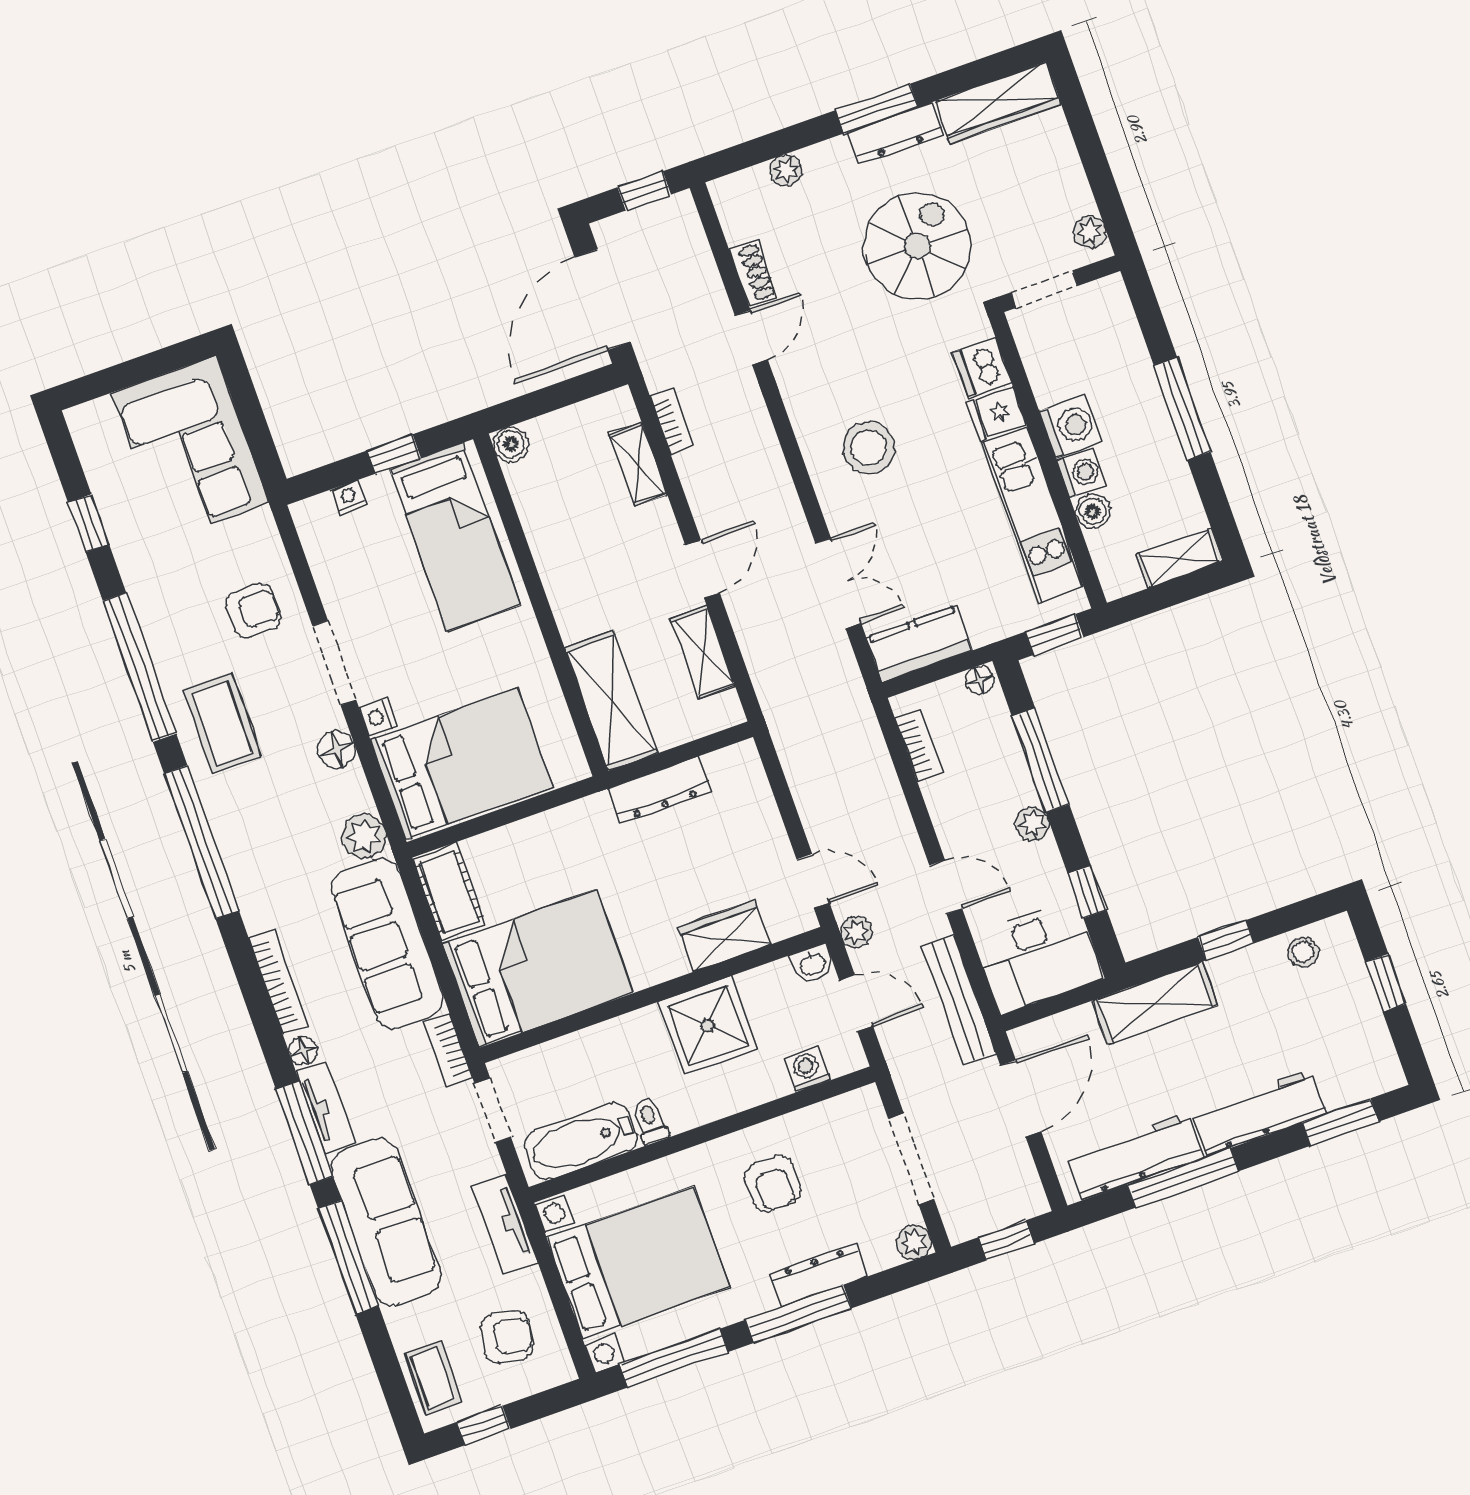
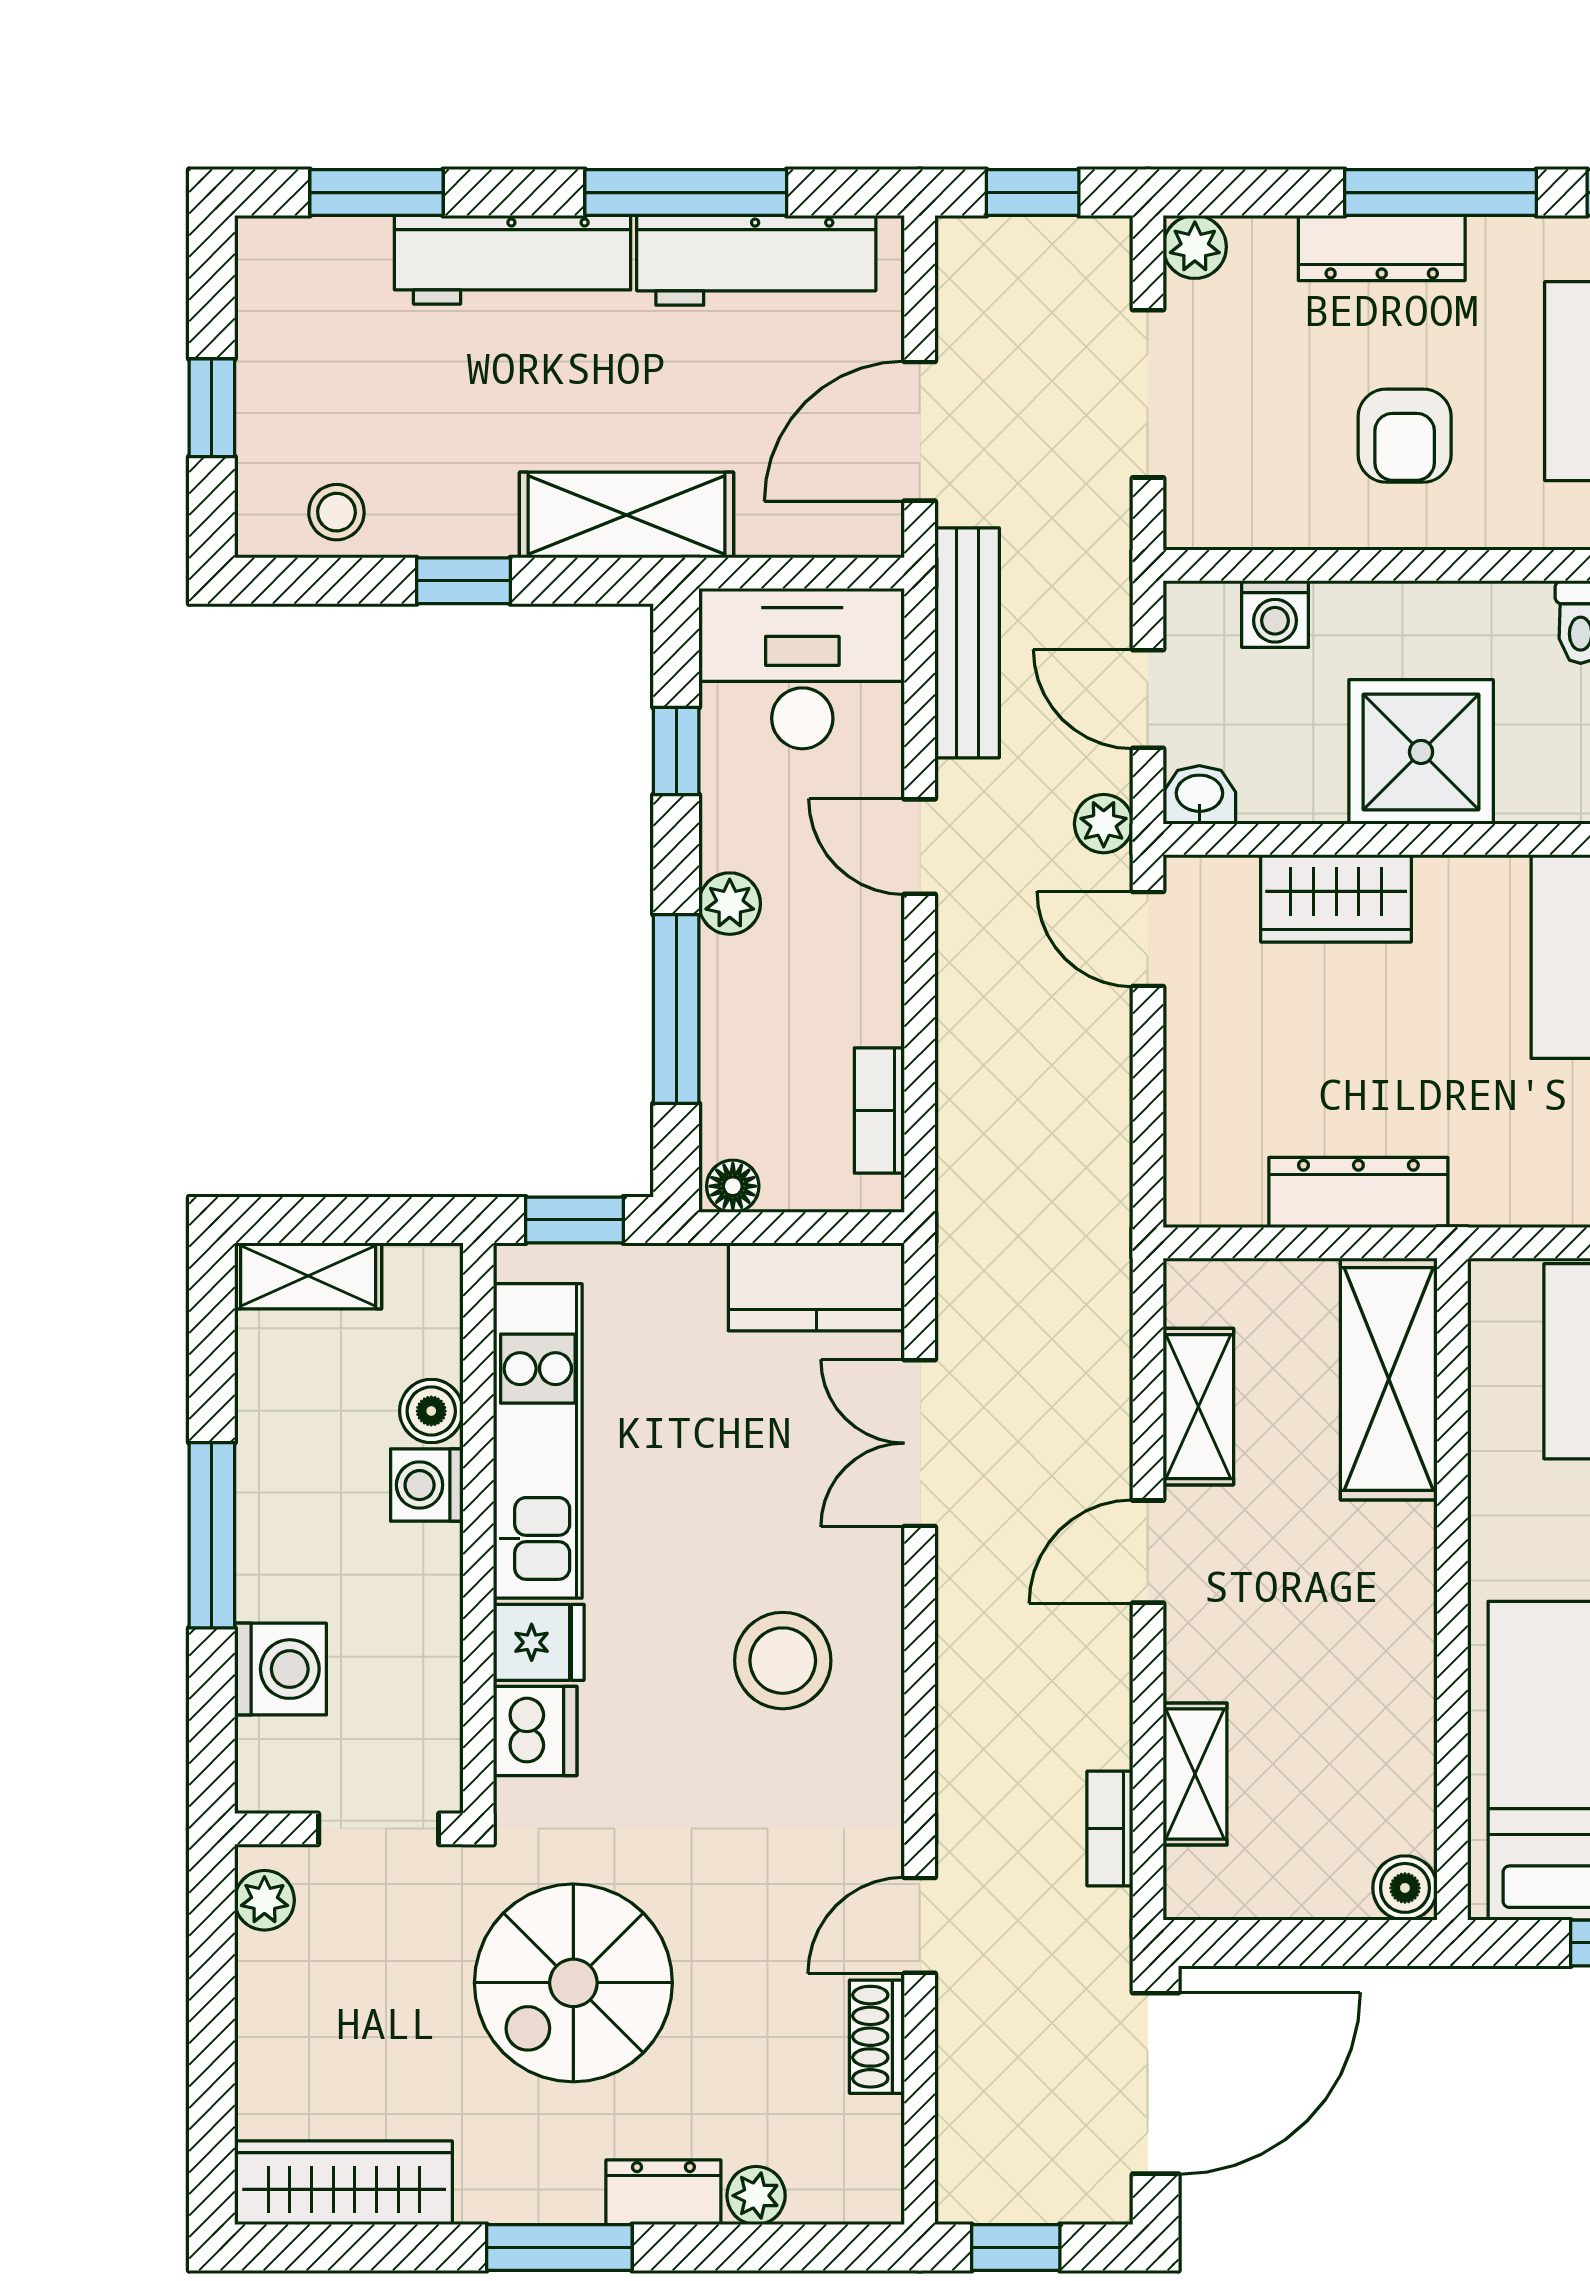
dresser: (896, 133) -> (663, 2192), moved, width x0.70
washing machine: (1071, 426) -> (281, 1669), moved, turned 180
armchair: (773, 1184) -> (1405, 436), turned 180

